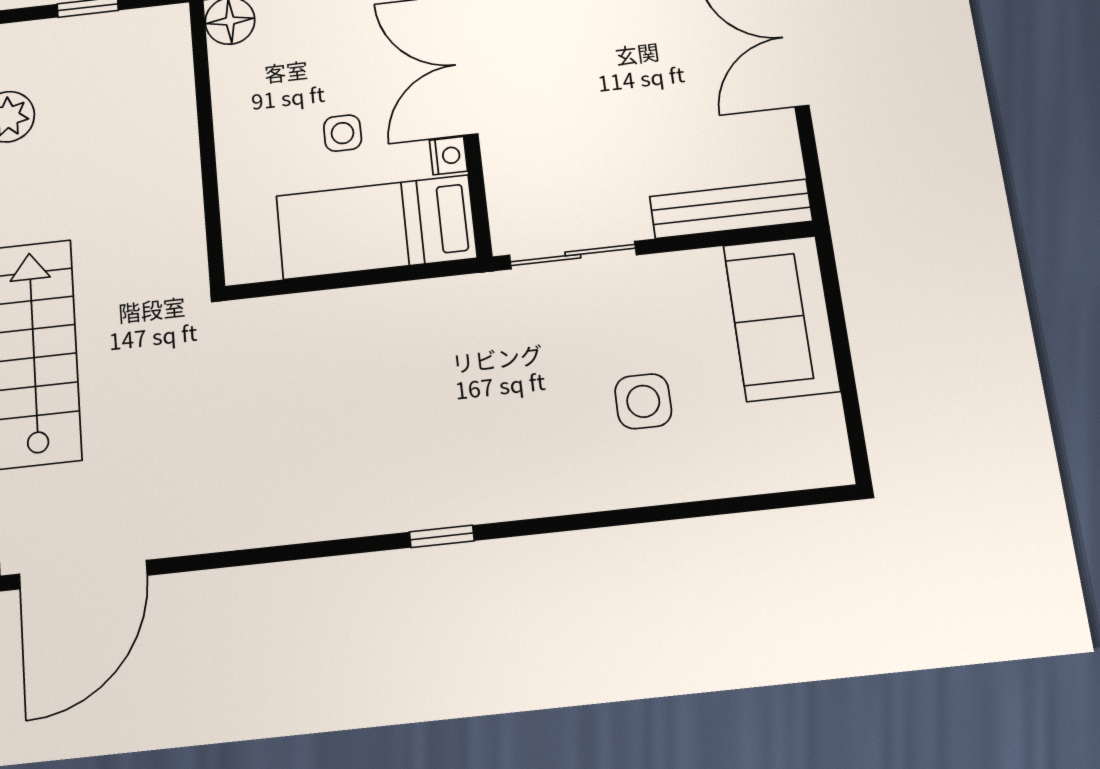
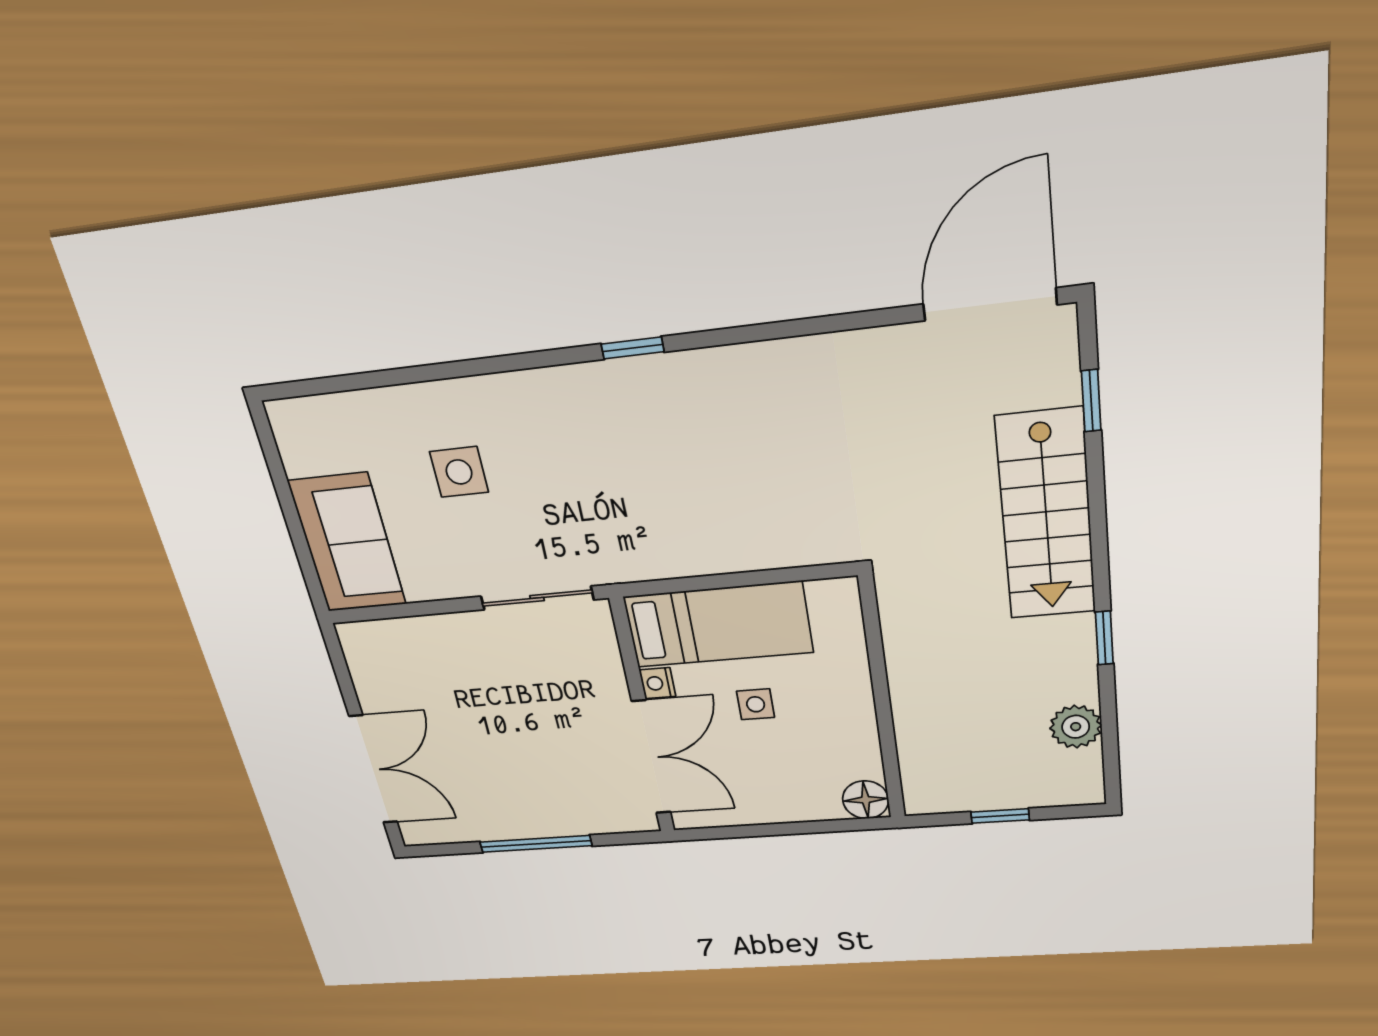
bench: (731, 209) -> (404, 634), removed

